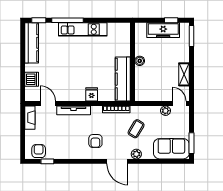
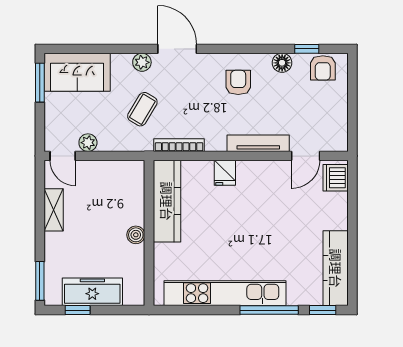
kitchen unit: (83, 29) -> (225, 293), width x1.36
dishwasher: (32, 79) -> (336, 178), moved
door: (48, 104) -> (306, 156), hinge flipped
fireplace: (30, 118) -> (339, 130), removed
armchair: (95, 141) -> (238, 82), moved
floor lamp: (61, 154) -> (282, 63), added

